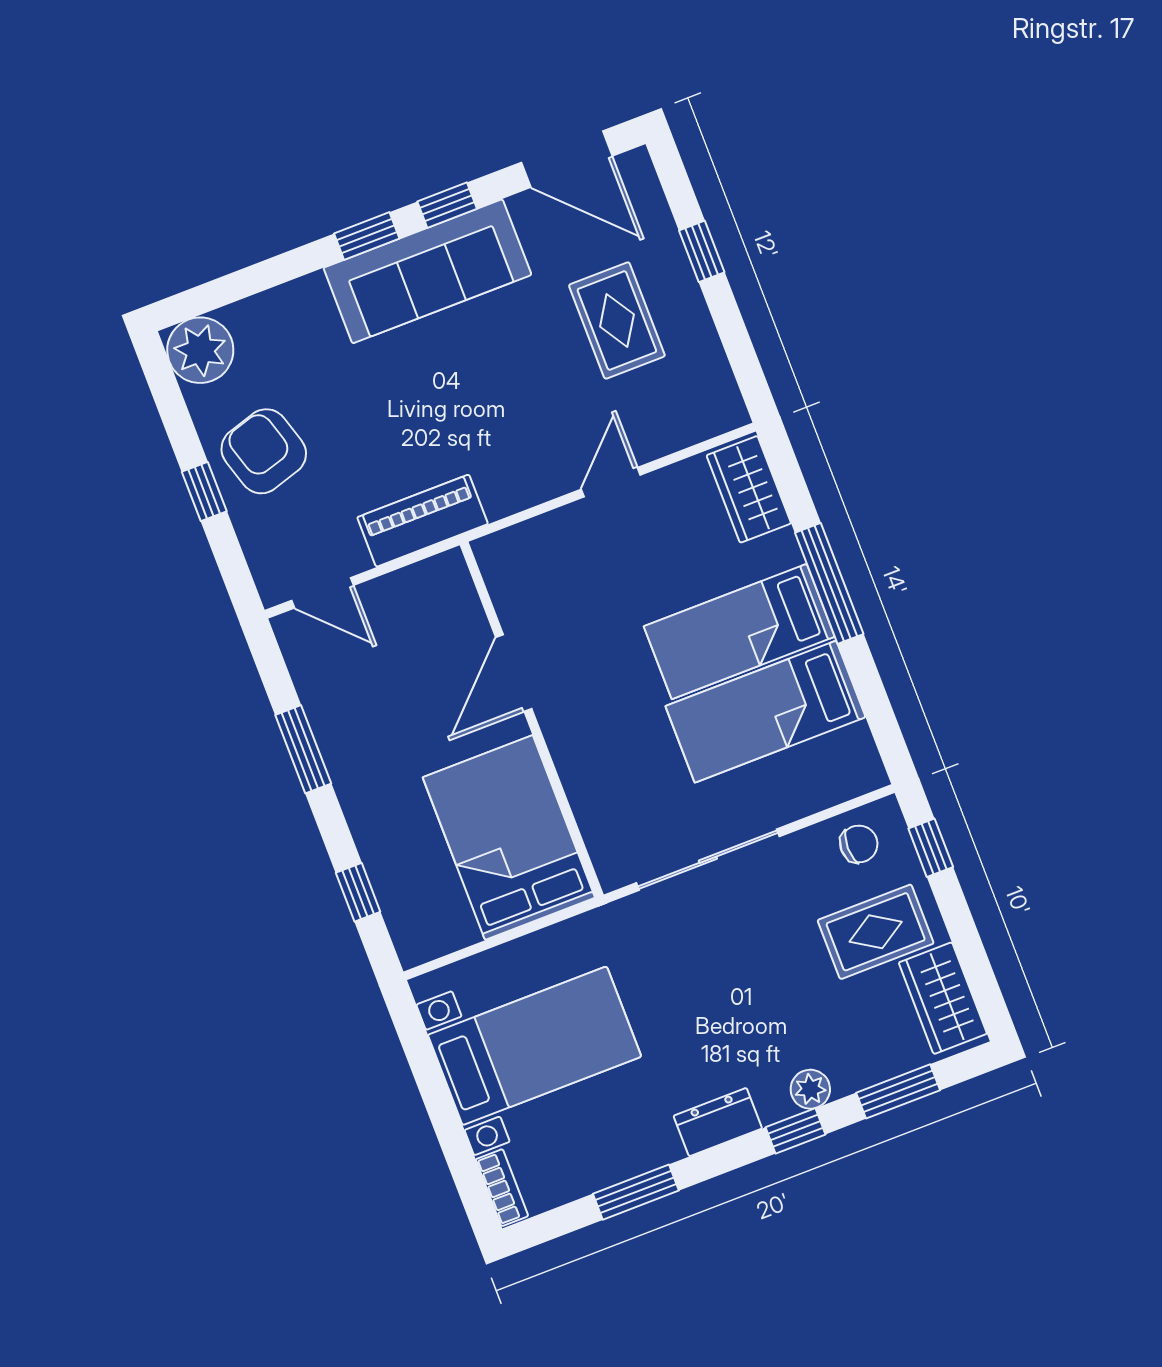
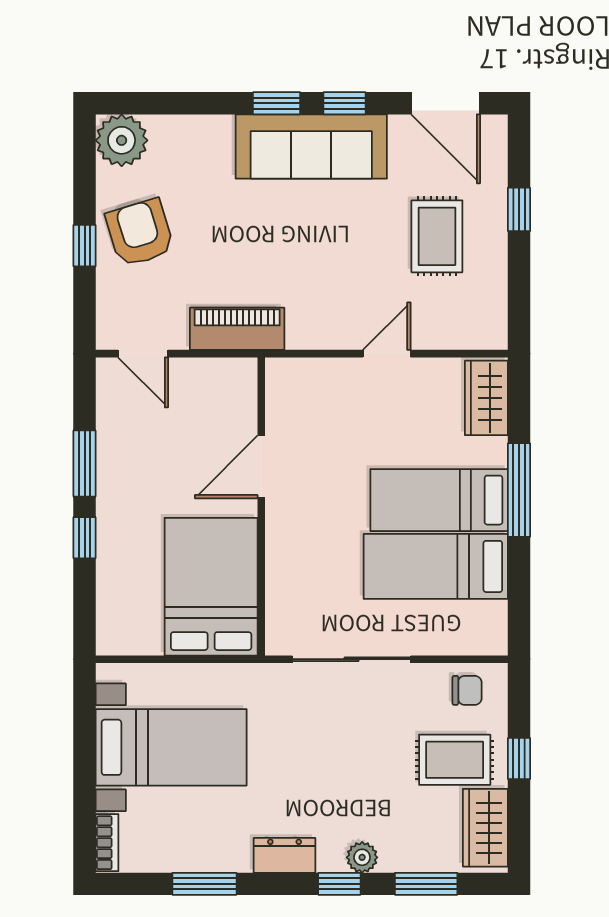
window: (931, 848) -> (519, 759), moved
window: (358, 892) -> (85, 538), moved

